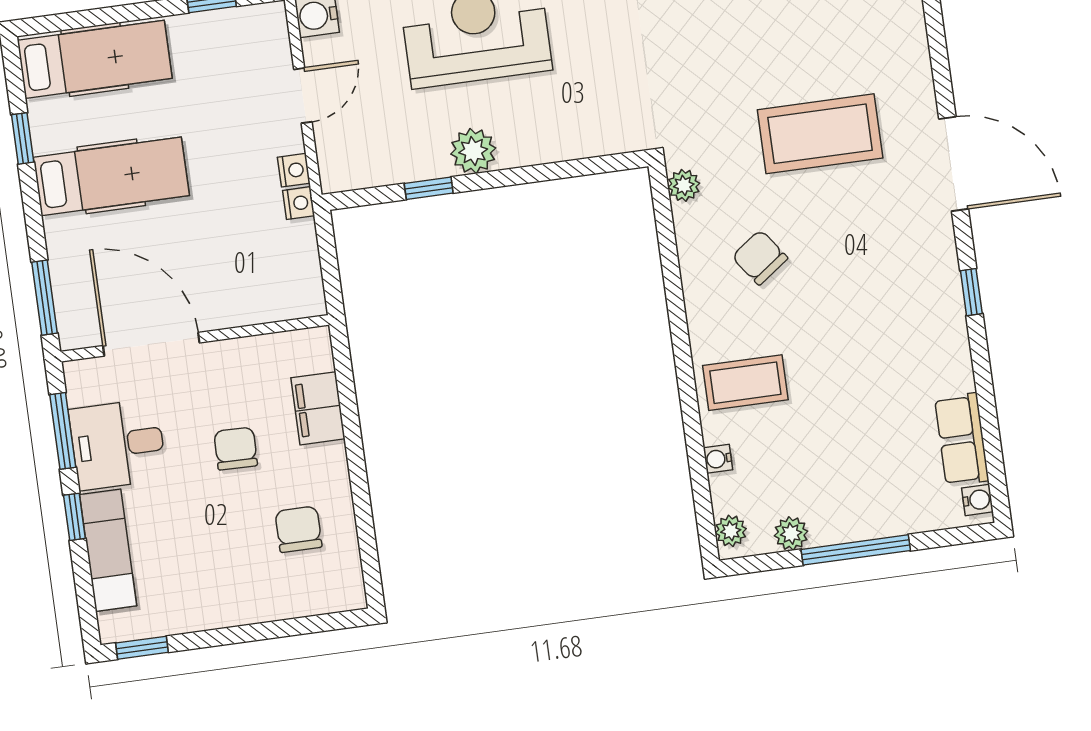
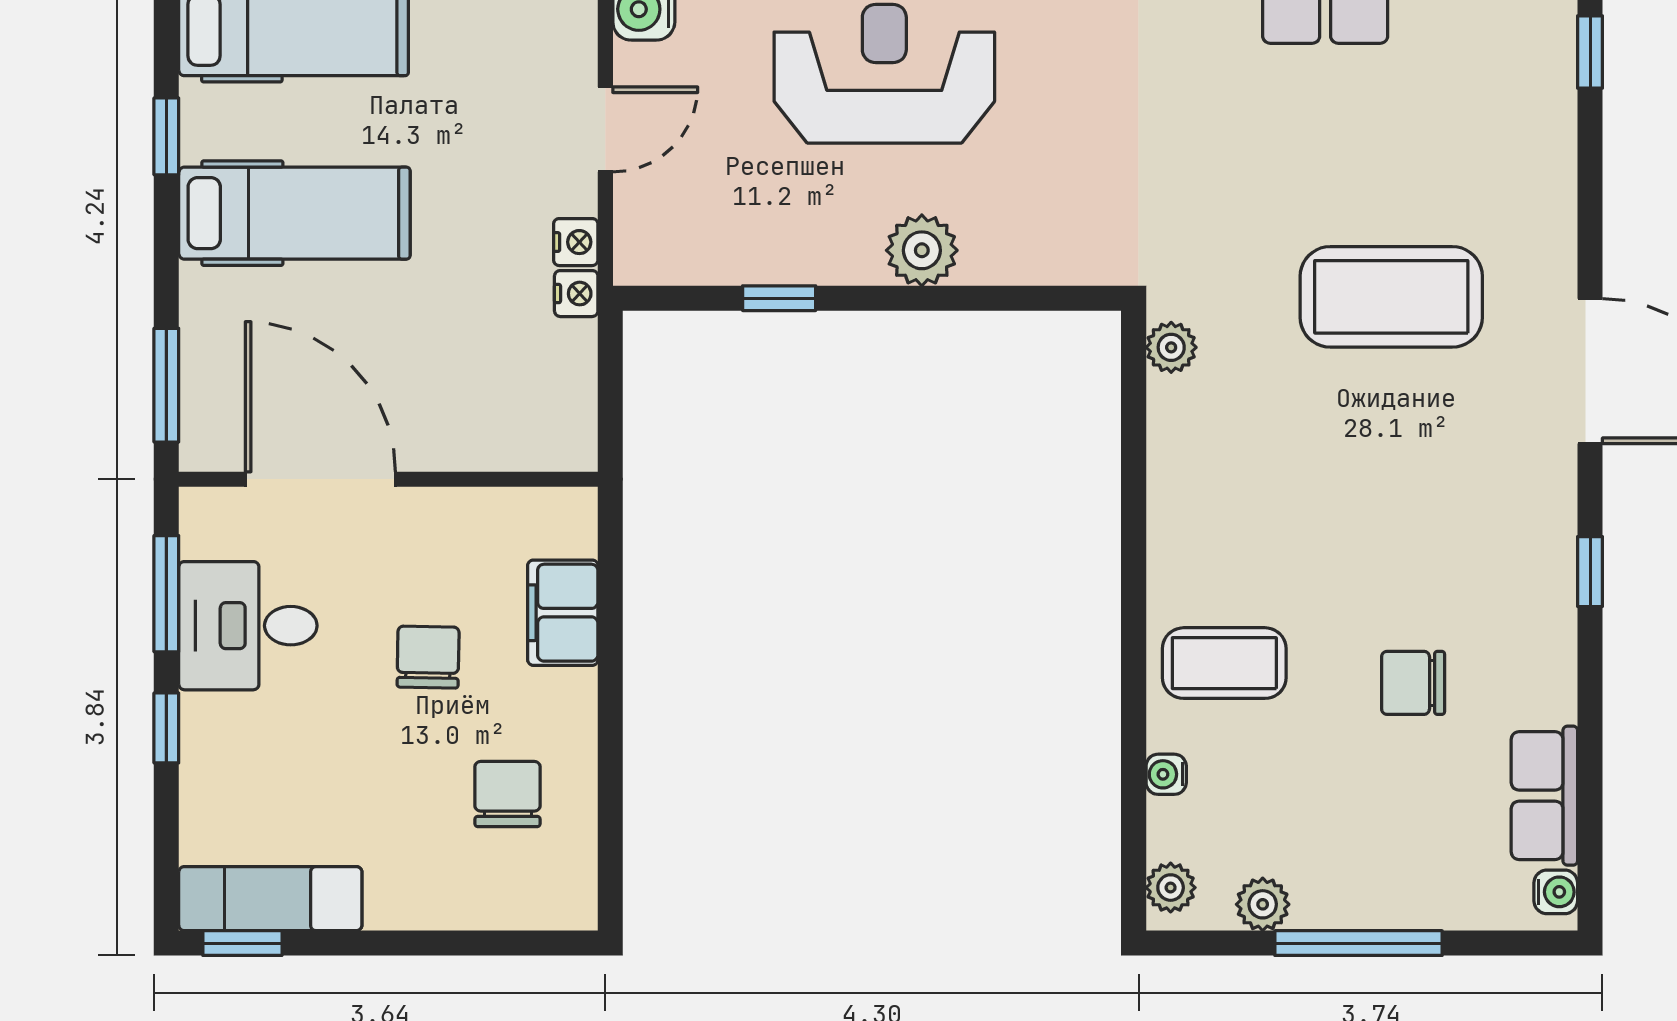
plant: (473, 151) -> (922, 250), moved
chair: (760, 257) -> (1413, 683), moved, turned -54
exam couch: (108, 550) -> (270, 899), moved, turned -90

